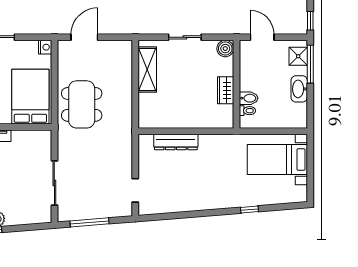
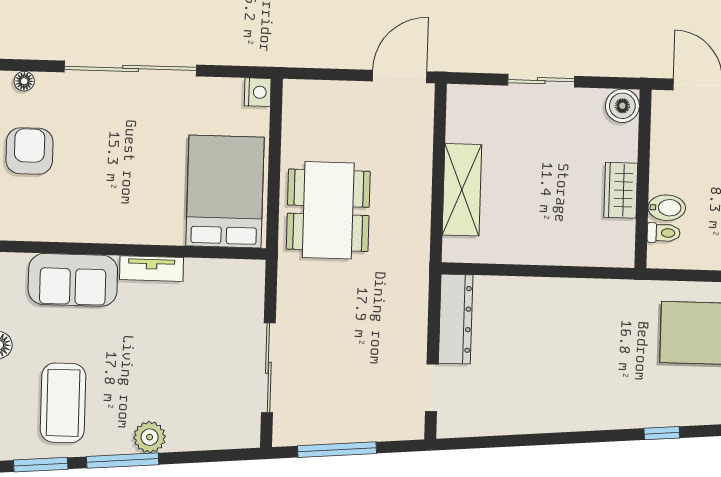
door: (84, 37) -> (400, 76), moved
shelving: (147, 70) -> (462, 190), moved
dresser: (176, 142) -> (456, 319), moved, turned -90

